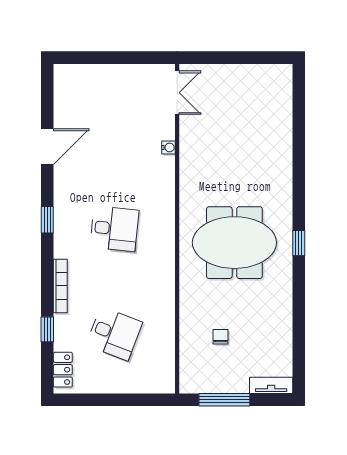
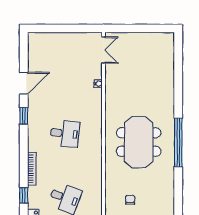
window: (47, 220) -> (24, 116), moved
meeting table: (234, 243) -> (139, 142), turned 90
window: (299, 243) -> (178, 142), width x3.17

